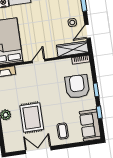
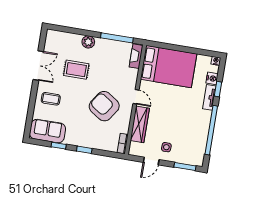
door: (88, 31) -> (151, 161), swing flipped
wardrobe: (73, 49) -> (140, 124), moved
armchair: (77, 87) -> (104, 106), moved, turned -146
rug: (32, 118) -> (76, 70), width x0.73, depth x0.70

